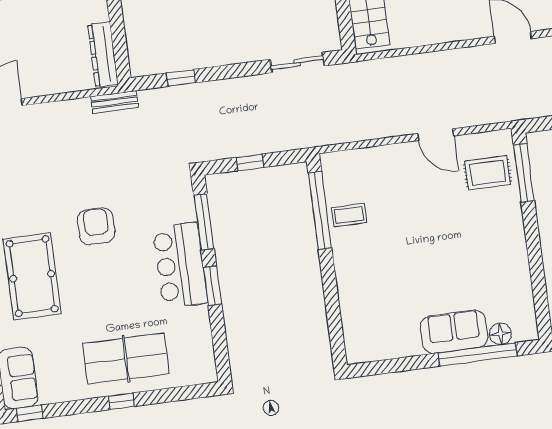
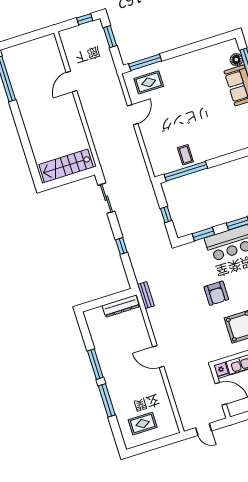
window: (181, 78) -> (121, 246), moved
rug: (488, 173) -> (149, 82), turned 90
window: (204, 222) -> (203, 234), width x0.69
armchair: (96, 226) -> (216, 293), turned -90

